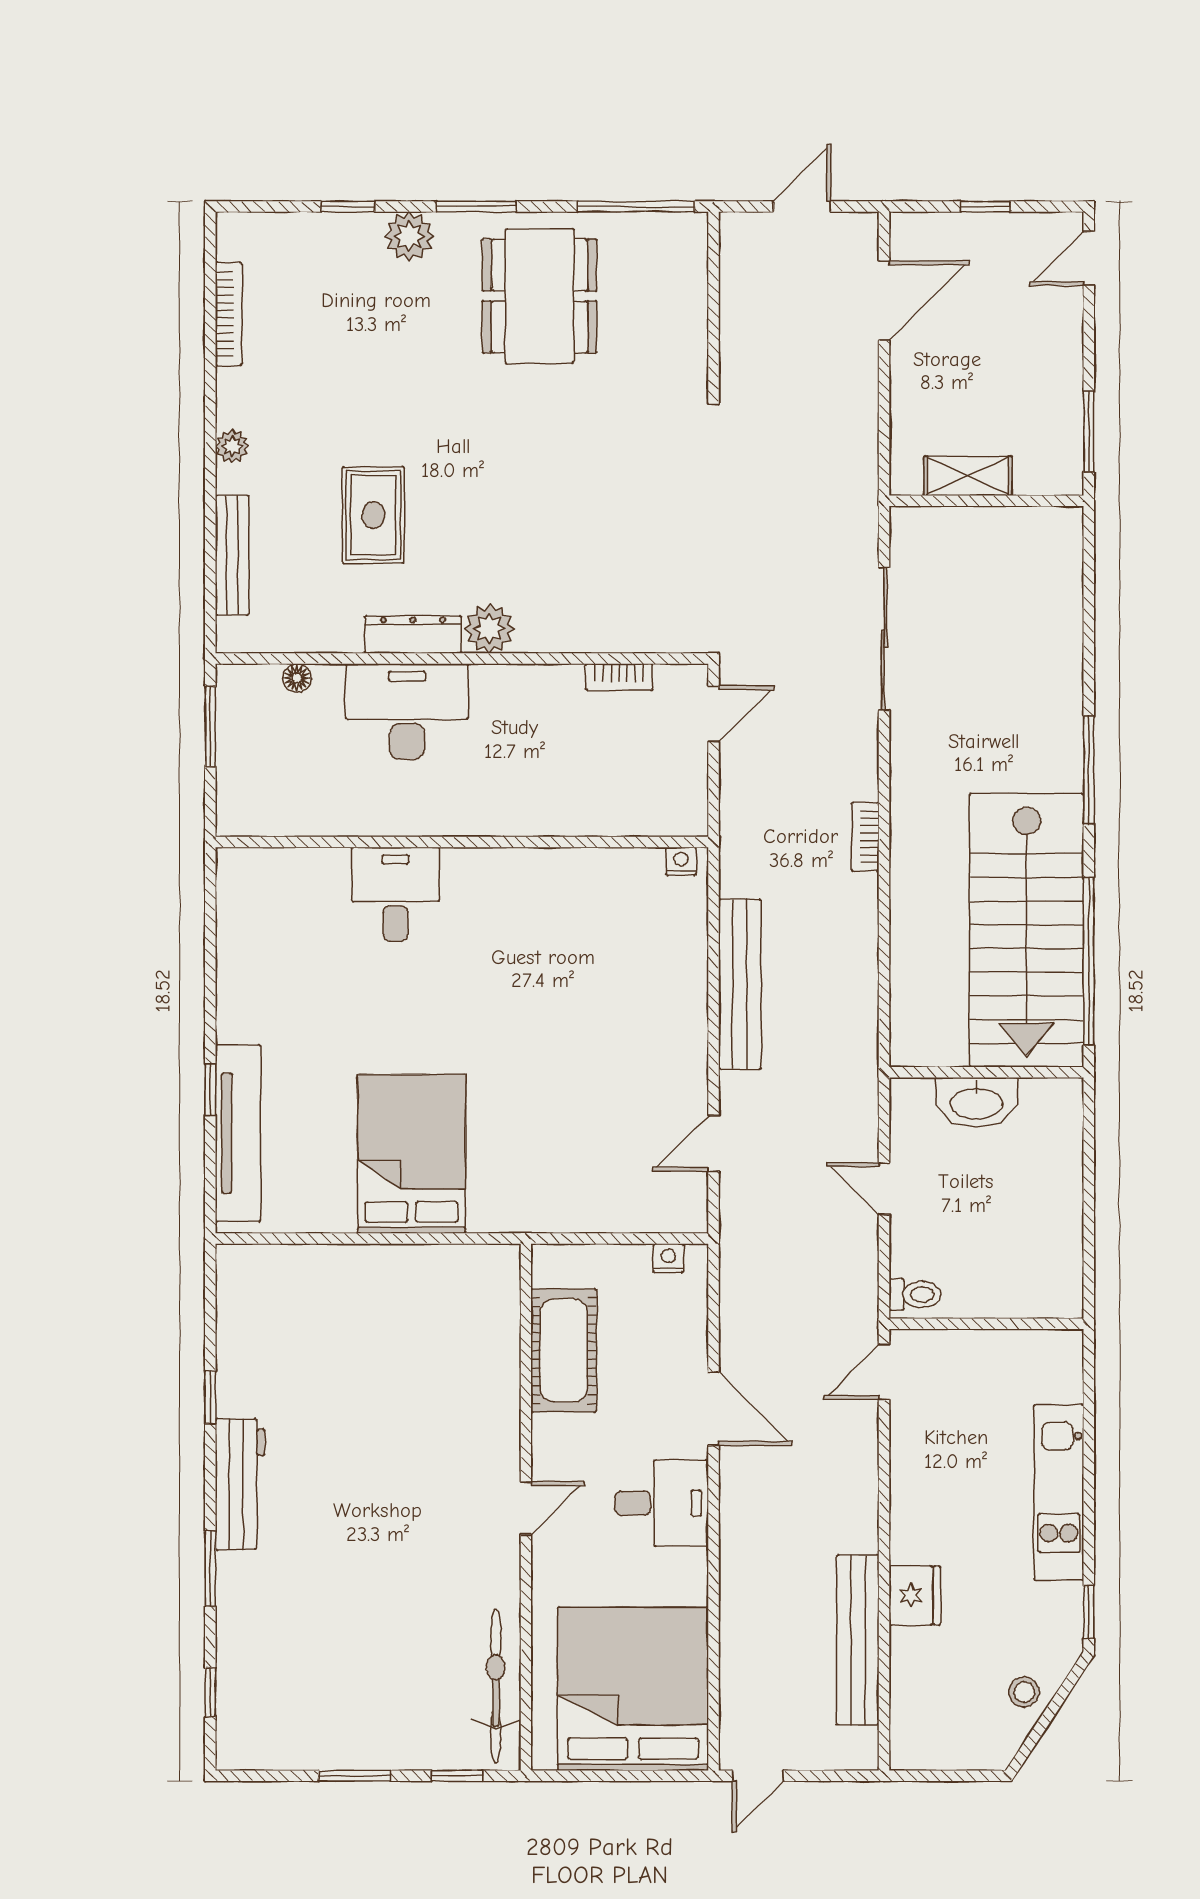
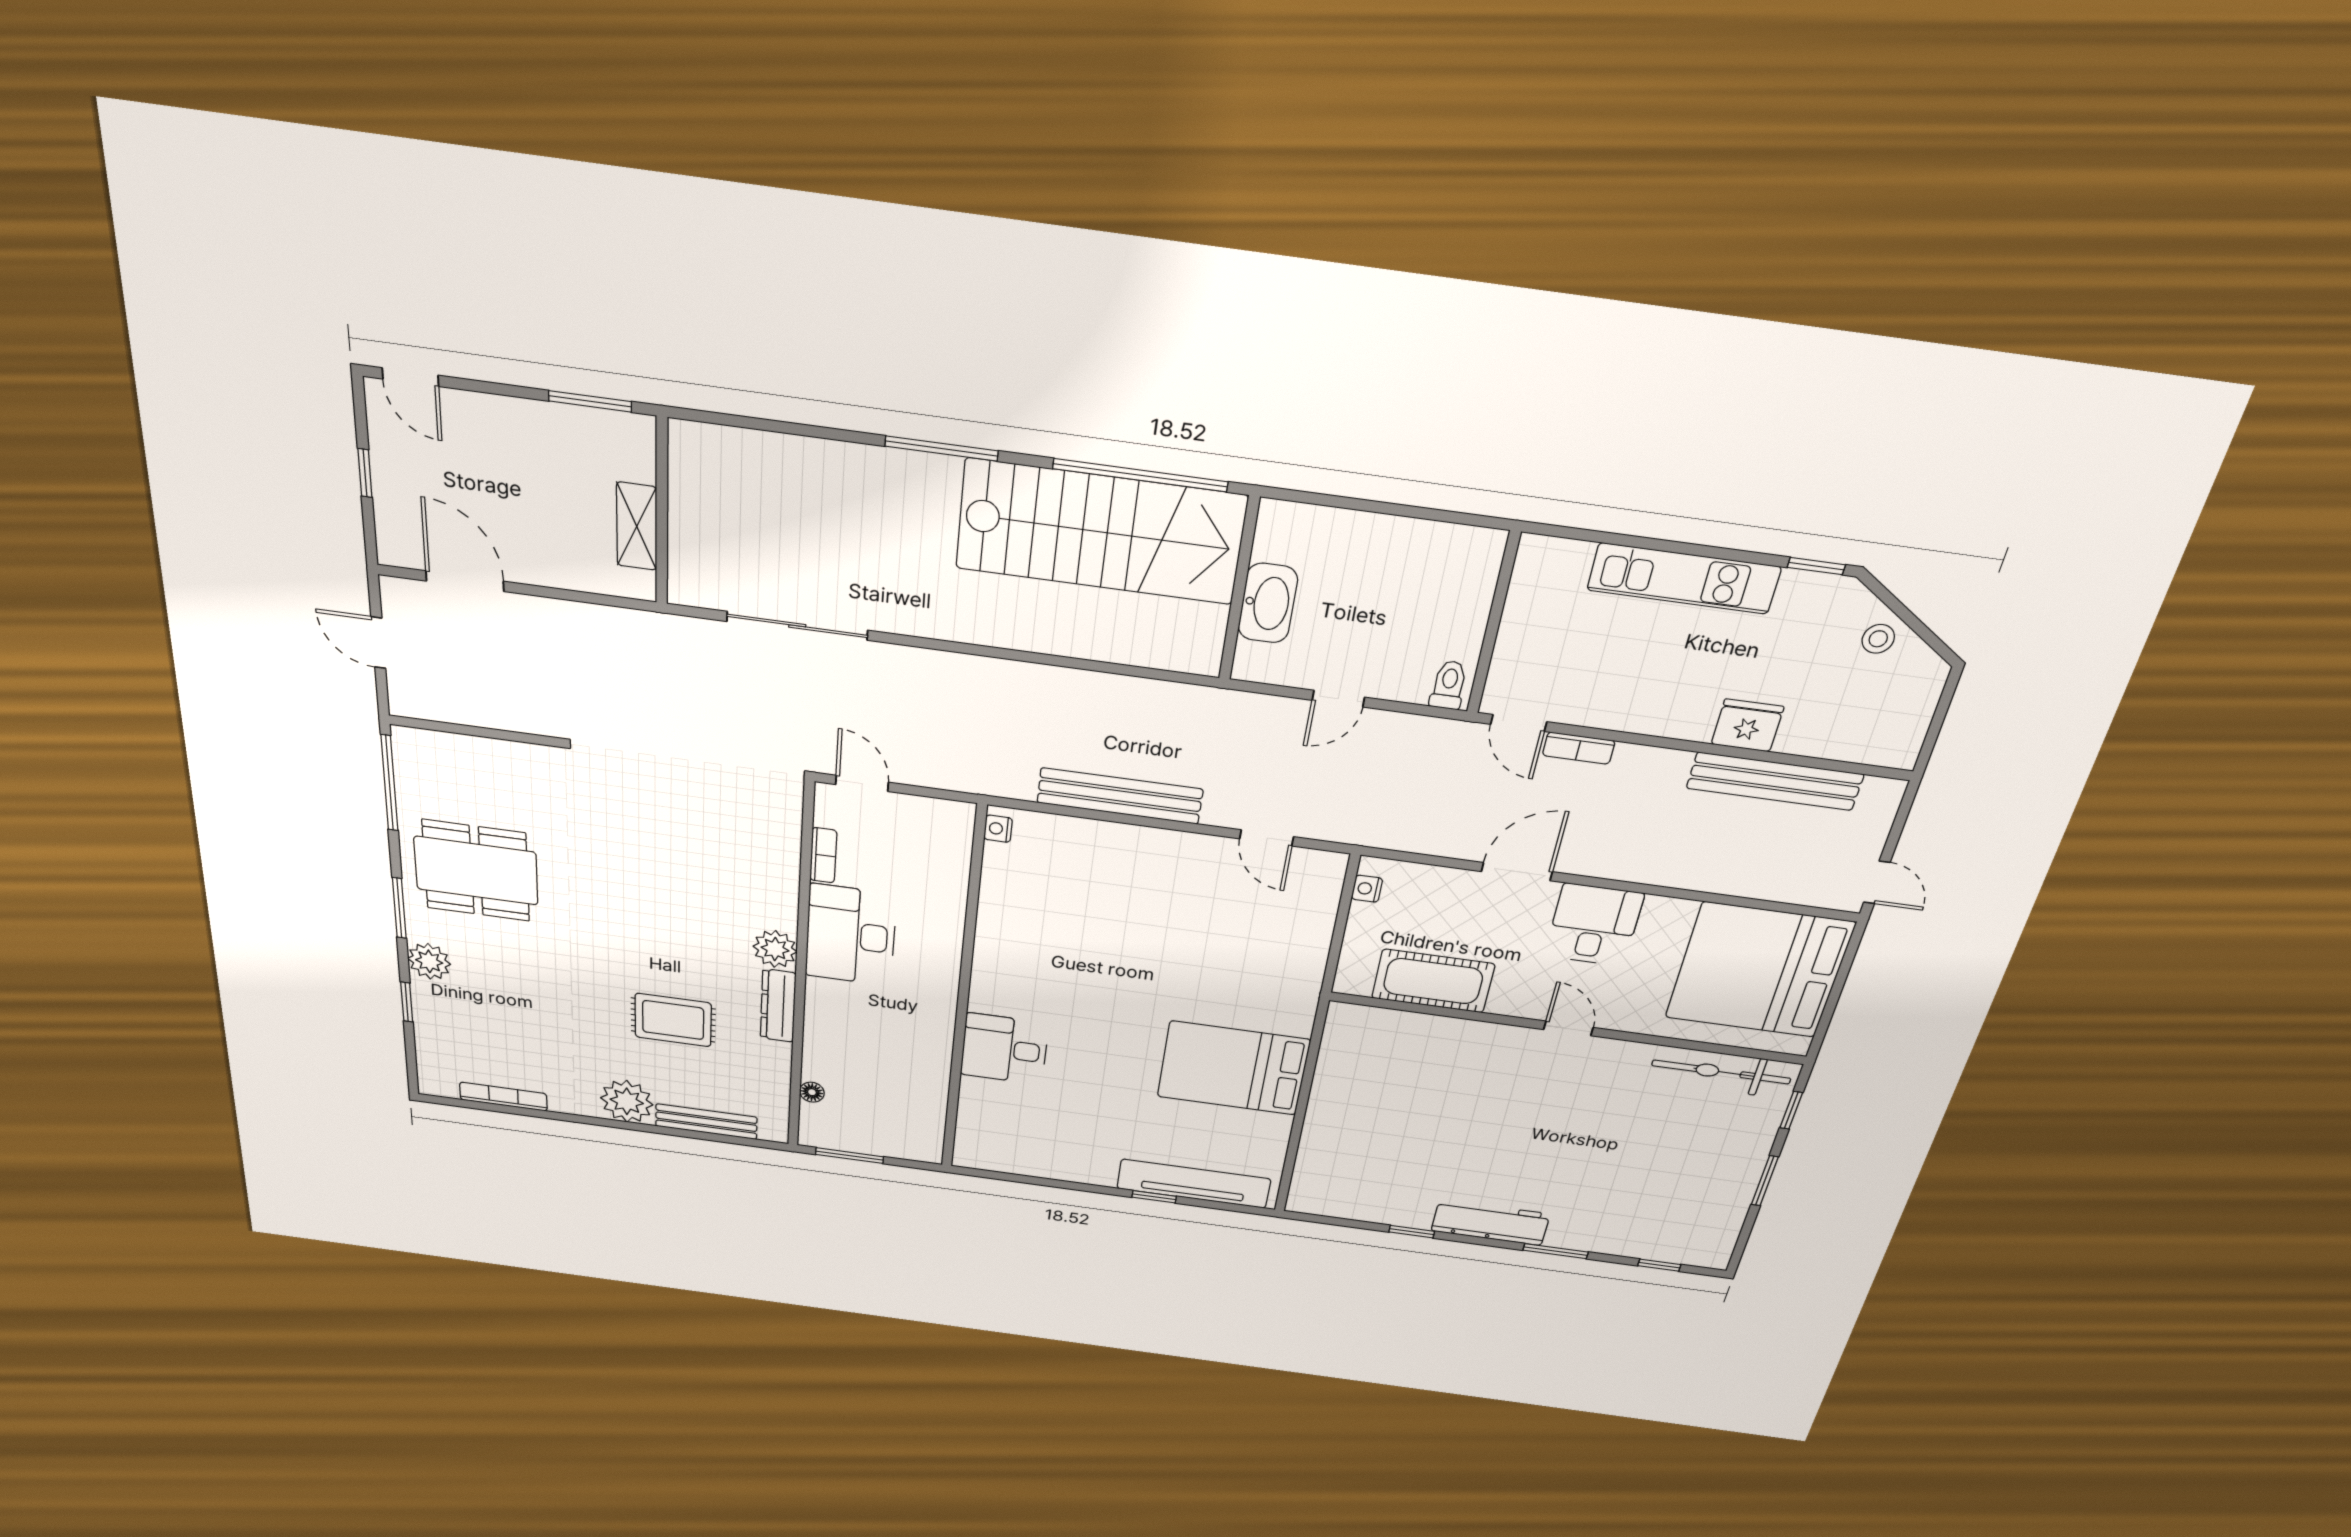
plant: (232, 446) -> (627, 1101), width x1.88, depth x1.88
desk: (407, 712) -> (851, 935), moved
bookcase: (865, 837) -> (1579, 748), moved

